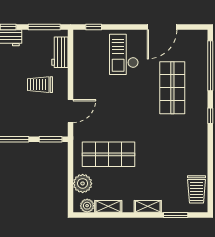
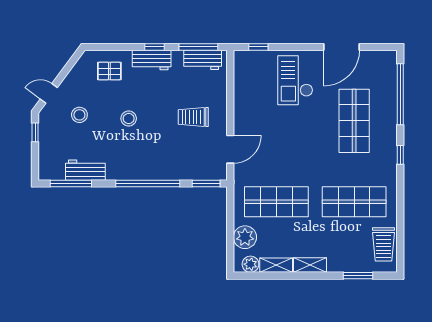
workbench: (60, 52) -> (203, 60), moved, turned -90
shop shelf: (172, 154) -> (354, 202), added
shelving: (148, 206) -> (310, 265), moved

